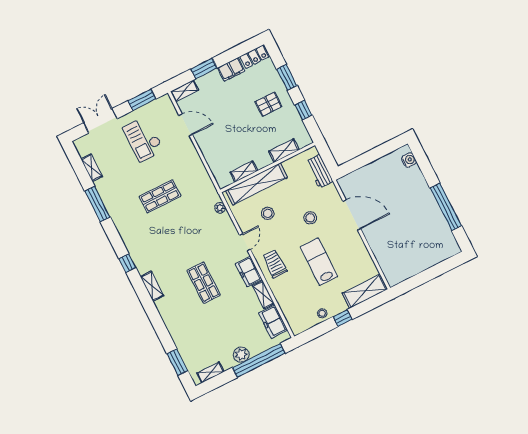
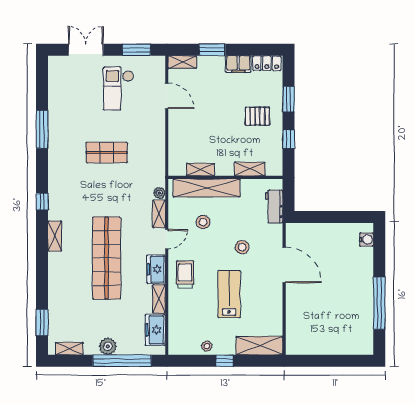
shelving: (92, 168) -> (159, 214), moved
shop shelf: (204, 283) -> (107, 258), width x2.00, depth x1.36

